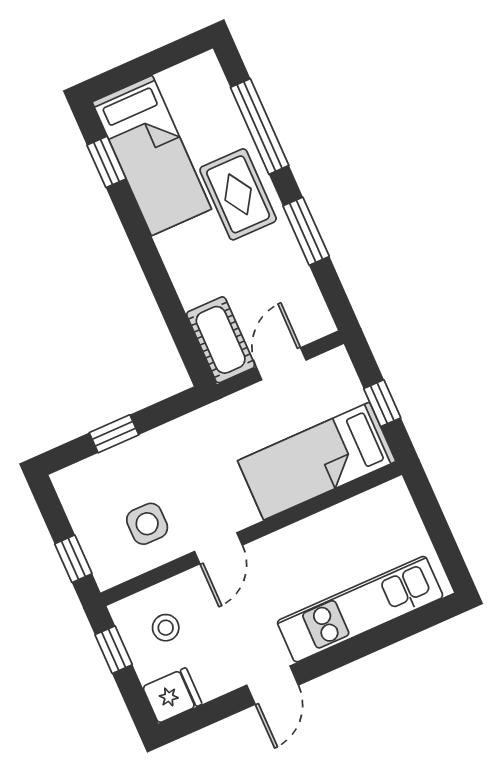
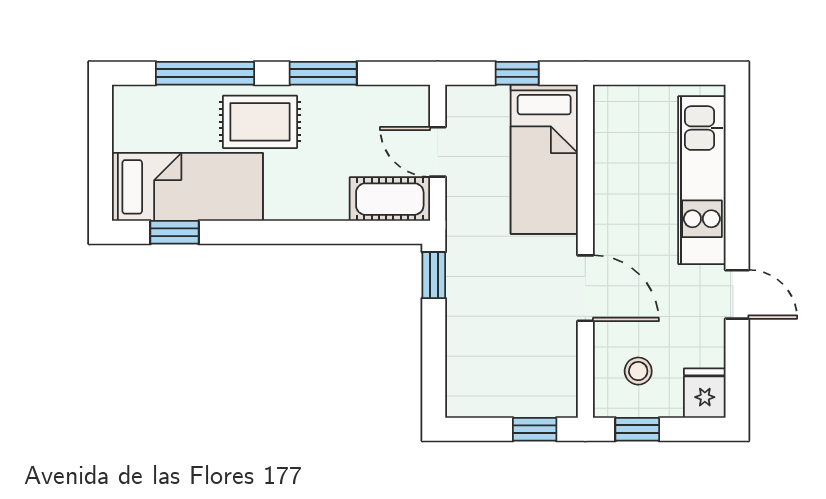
window: (114, 434) -> (434, 275), moved
side table: (147, 524) -> (532, 345), removed
door: (218, 548) -> (585, 288), width x1.38

